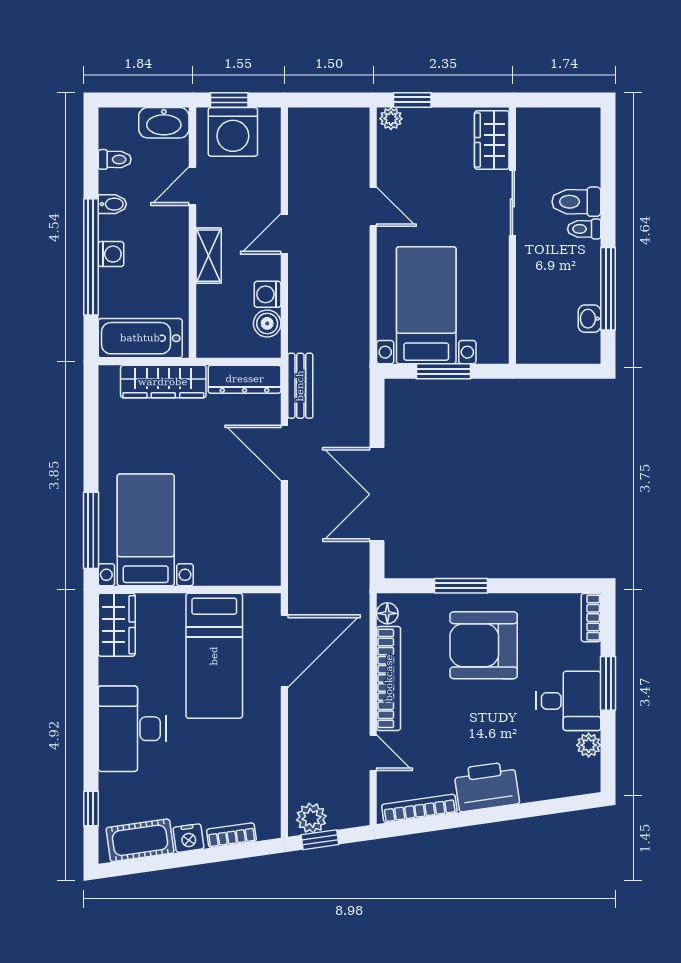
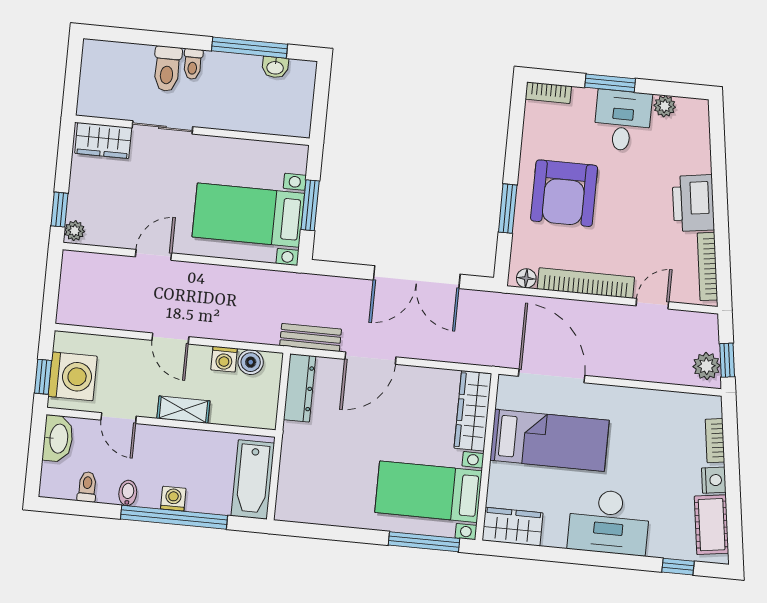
wardrobe: (163, 382) -> (473, 411), moved, turned 180

